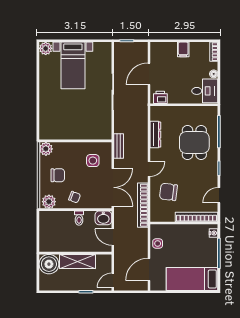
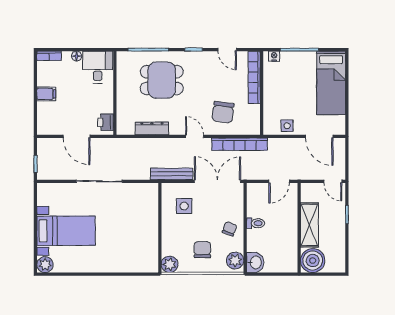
bench: (119, 146) -> (172, 174), width x1.36
washbasin: (103, 218) -> (255, 262), moved

